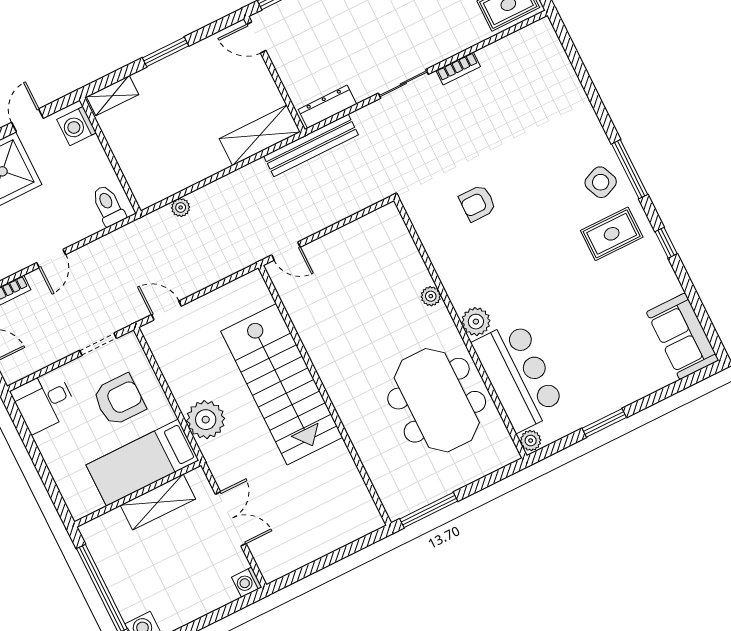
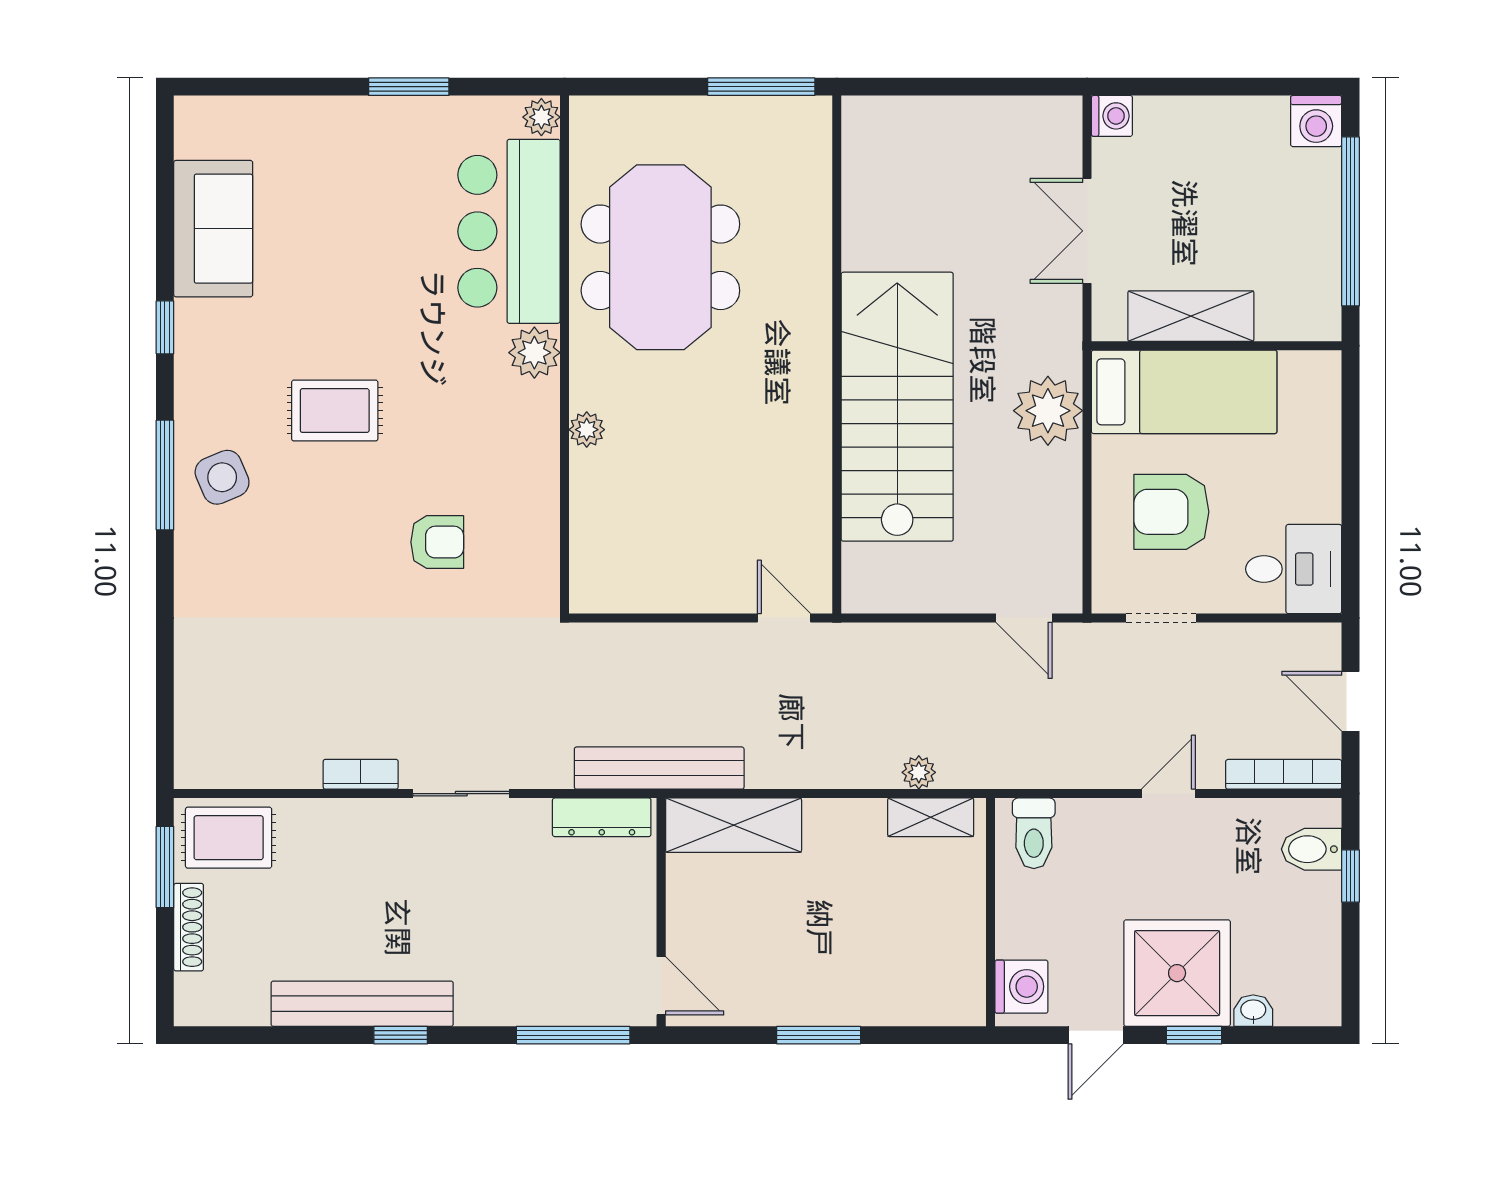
shelving: (113, 96) -> (931, 817), moved
rug: (612, 234) -> (335, 411), moved
sofa: (683, 336) -> (213, 229), moved

